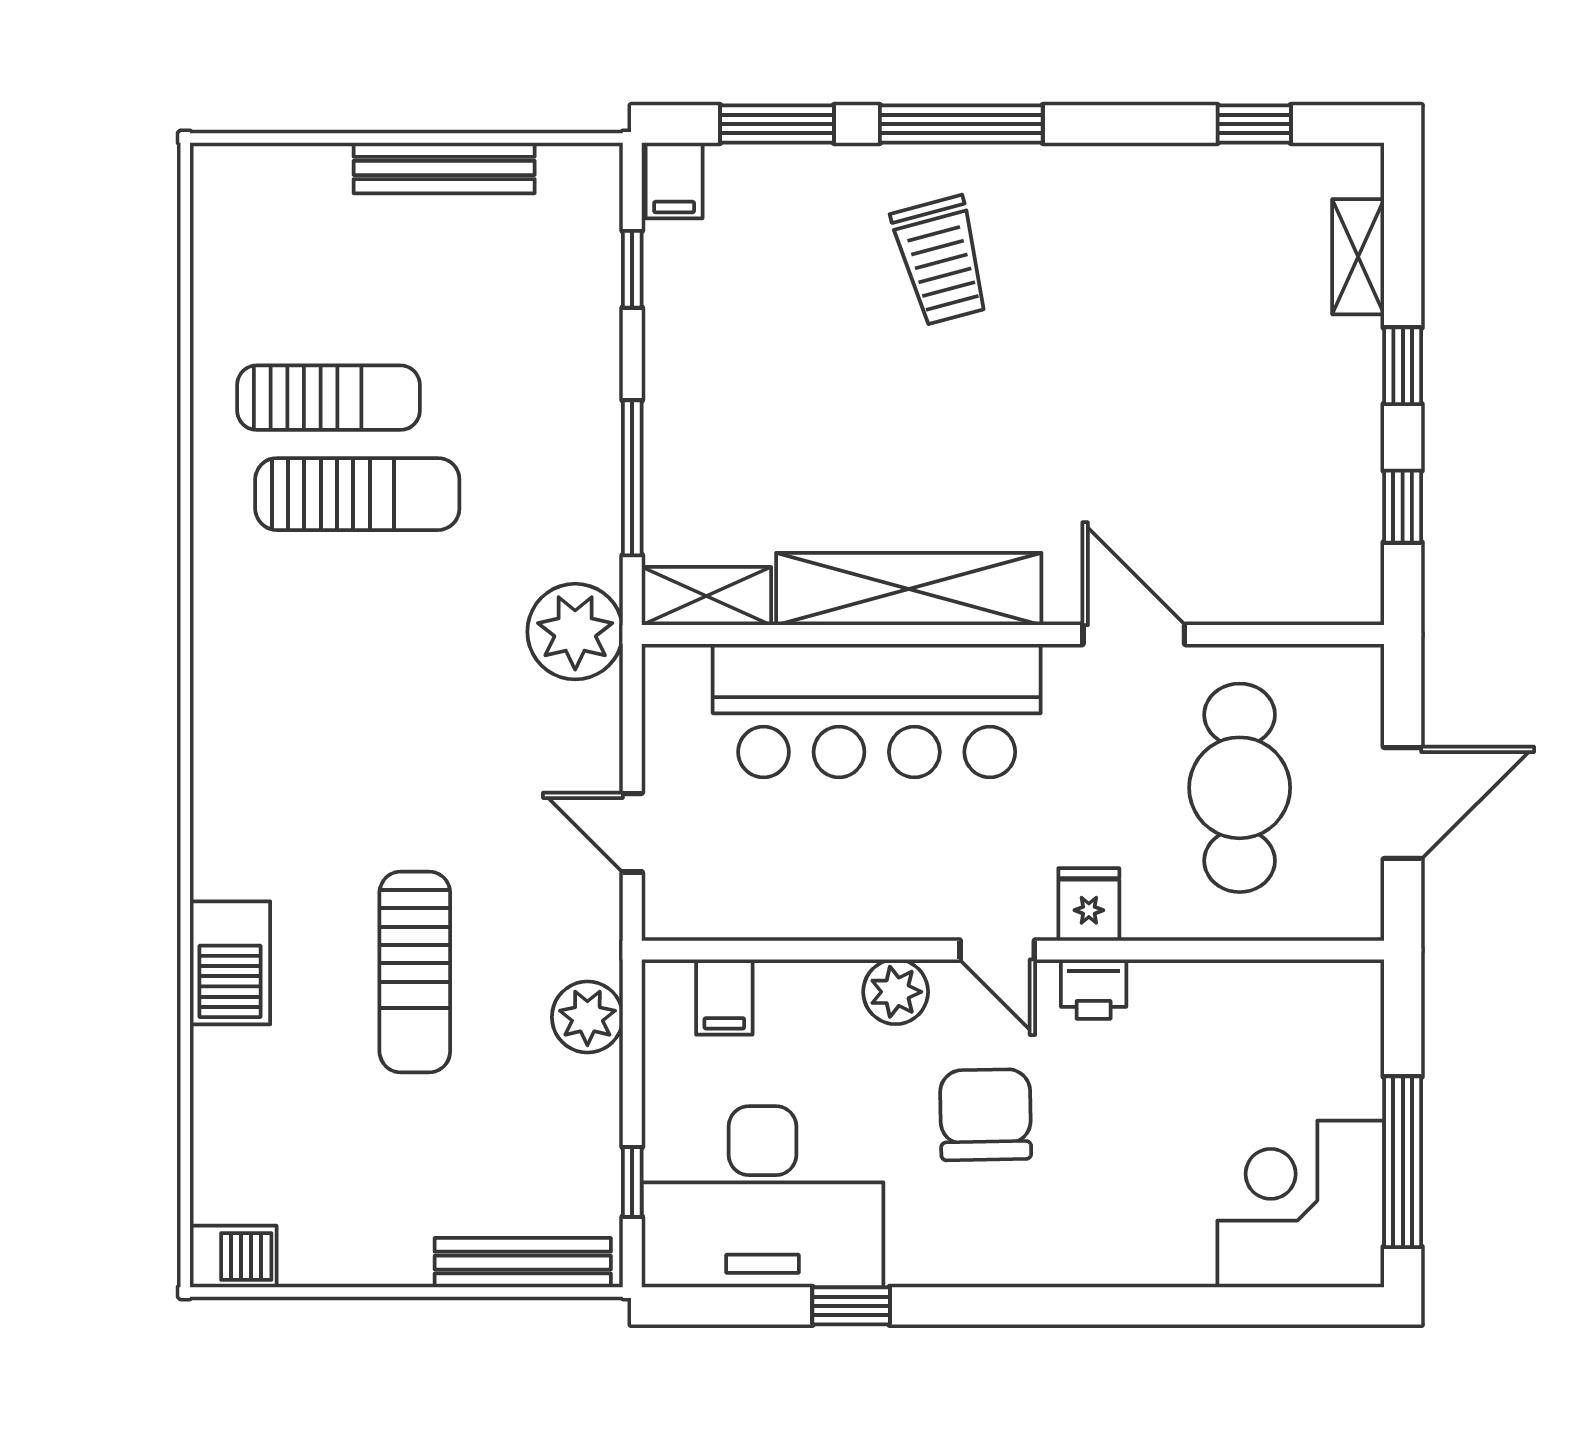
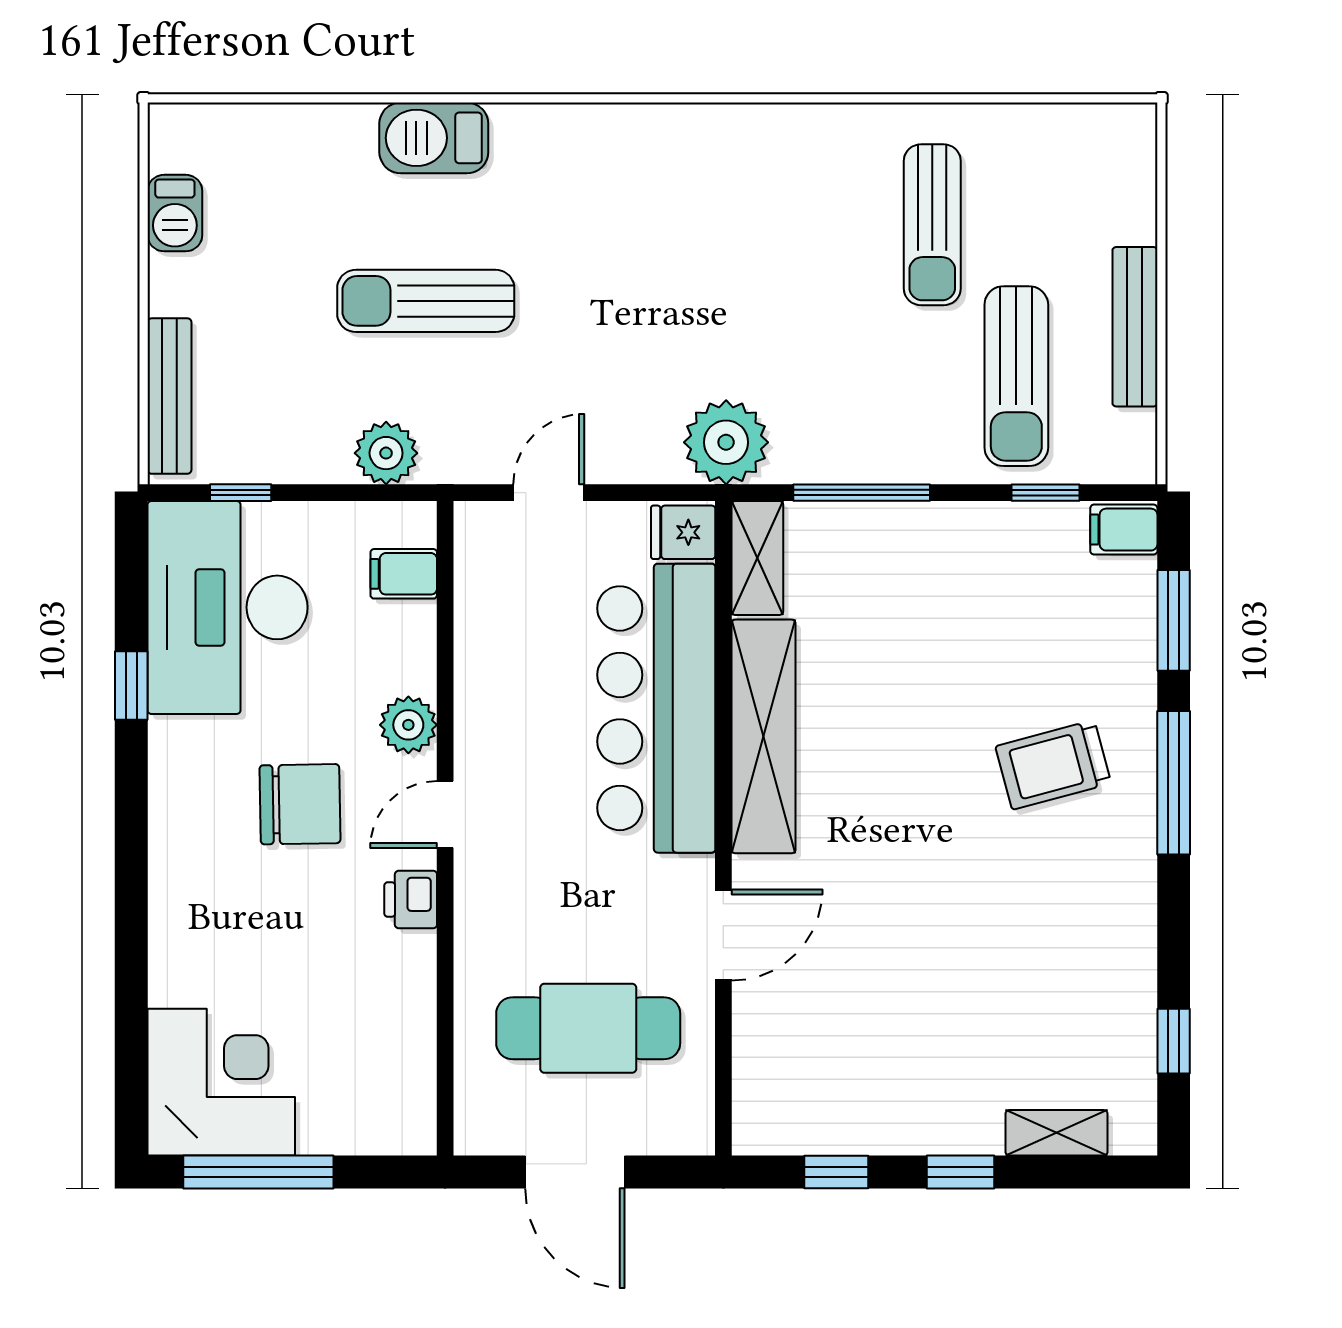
sun lounger: (357, 494) -> (1016, 376), moved
fridge: (1089, 904) -> (683, 532), moved, turned 180
barbecue: (233, 1256) -> (175, 213), moved

